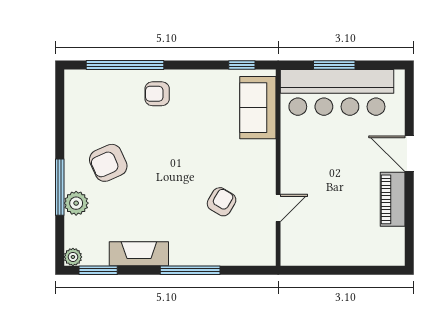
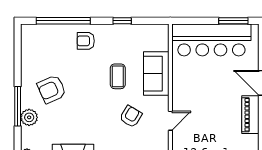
window: (242, 65) -> (122, 21), moved
window: (334, 65) -> (233, 21), moved
sofa: (258, 108) -> (156, 74), moved
coffee table: (203, 144) -> (118, 76), added

